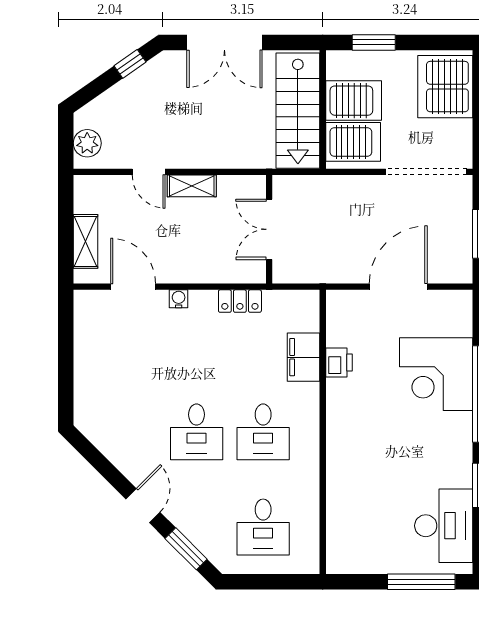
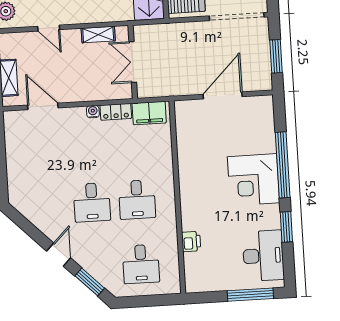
shelving: (192, 186) -> (98, 35), moved
water cooler: (179, 299) -> (93, 112), moved
filing cabinet: (303, 357) -> (149, 113), moved, turned -90
printer: (339, 362) -> (191, 242), moved
corner desk: (436, 374) -> (254, 180), moved

